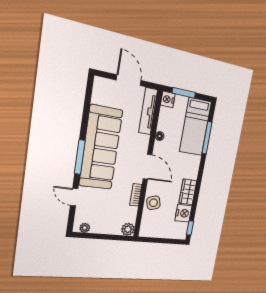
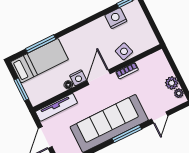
nightstand: (168, 99) -> (78, 78), moved
wardrobe: (188, 192) -> (96, 28), removed
plant: (128, 229) -> (172, 83), moved

